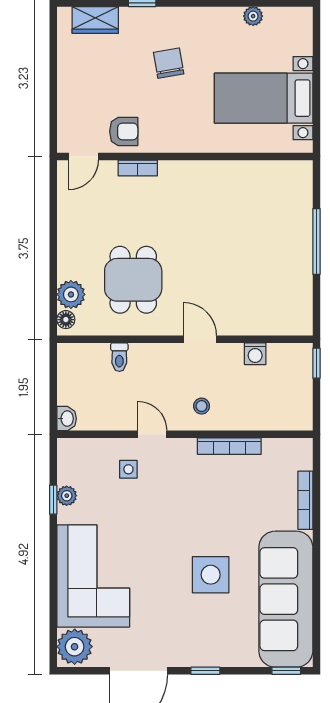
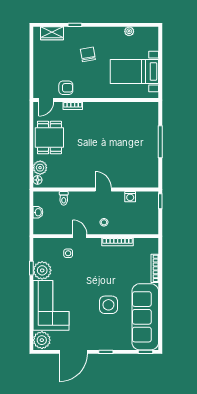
dining table: (133, 280) -> (49, 138), moved
washbasin: (67, 419) -> (38, 212), moved
plant: (67, 496) -> (42, 270), width x1.88, depth x1.88

